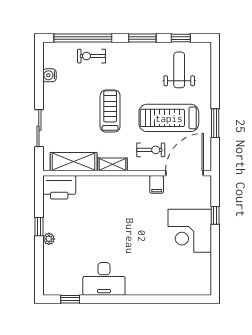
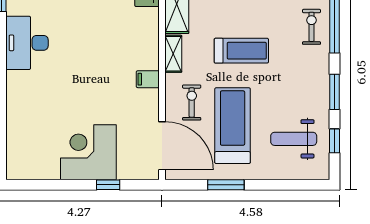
weight bench: (179, 70) -> (294, 139), turned 180
exercise bike: (151, 150) -> (192, 102), turned 180
filing cabinet: (157, 184) -> (148, 79), moved

